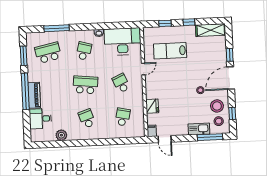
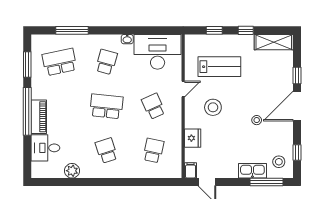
lab bench: (170, 51) -> (219, 67), turned 180
stool: (217, 106) -> (213, 107), moved

